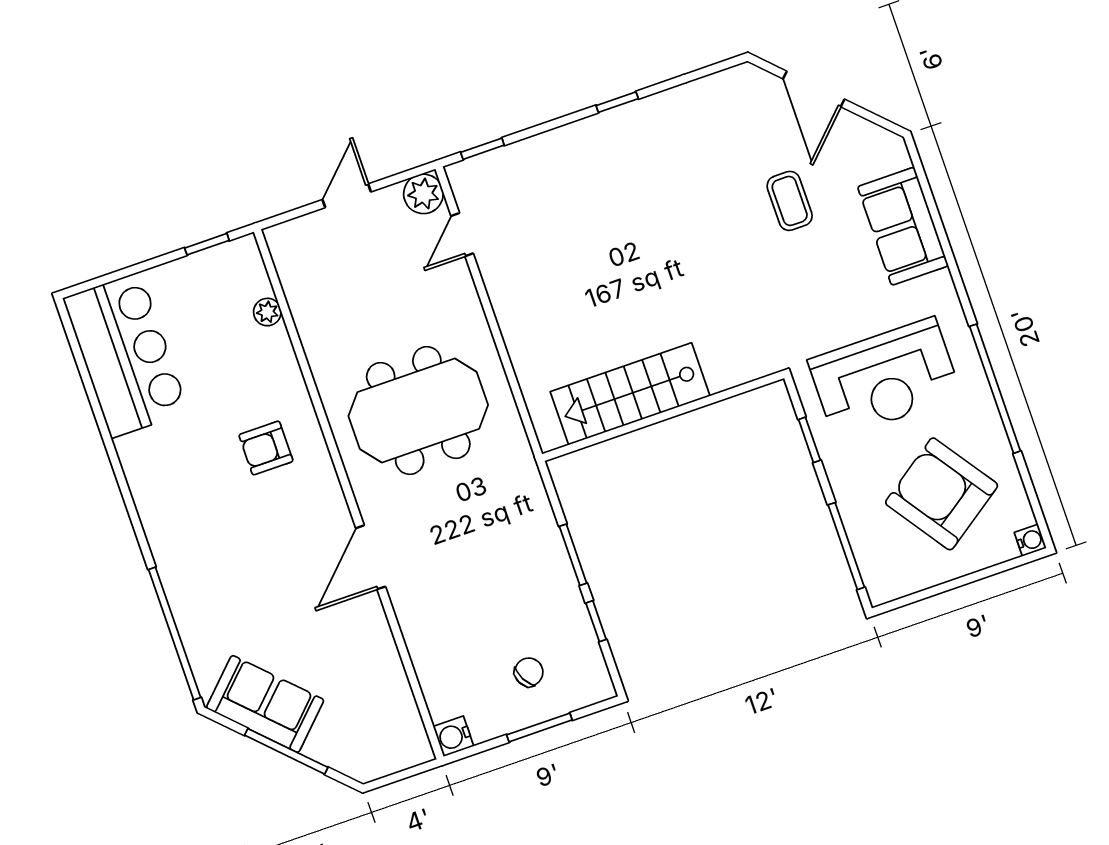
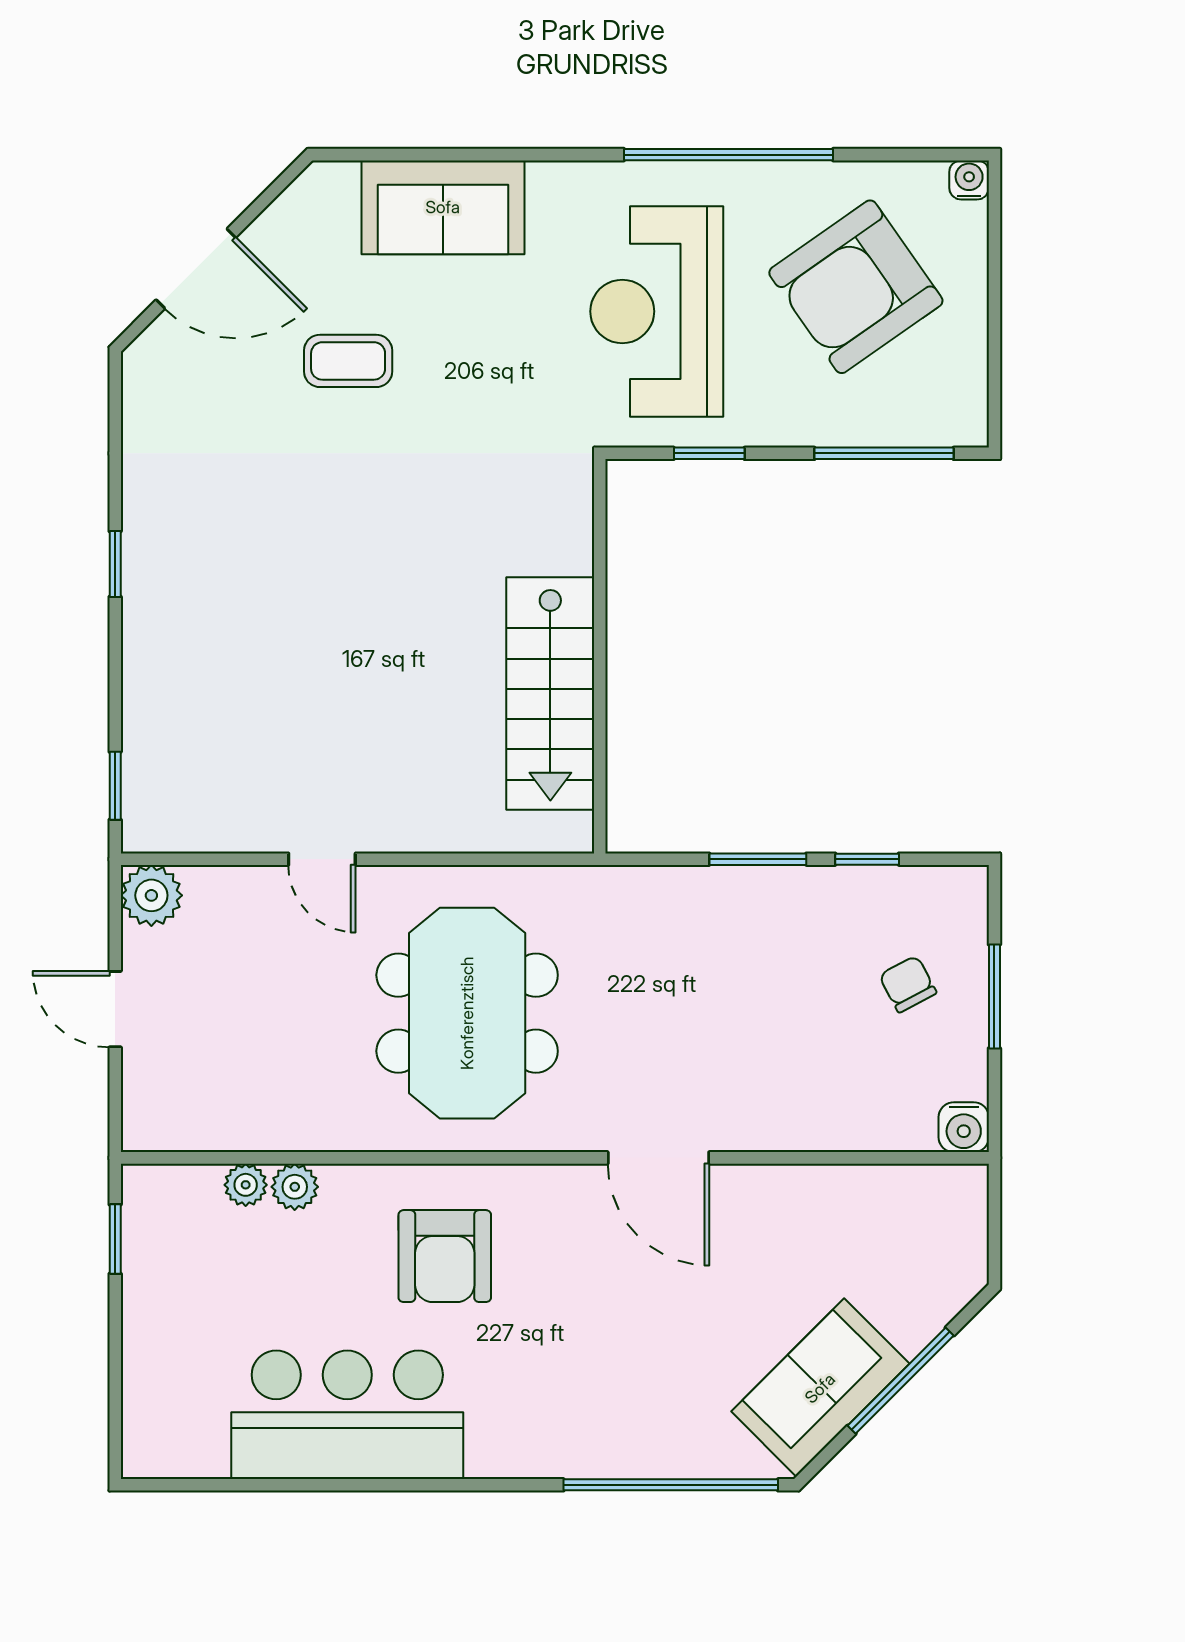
door: (462, 235) -> (322, 859), moved
plant: (277, 342) -> (295, 1187), added
bar counter: (126, 355) -> (347, 1415), moved
reception desk: (885, 378) -> (657, 311), turned 180
armchair: (266, 448) -> (445, 1256), width x1.38, depth x1.38

